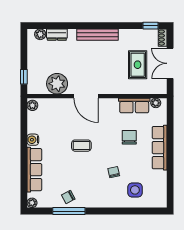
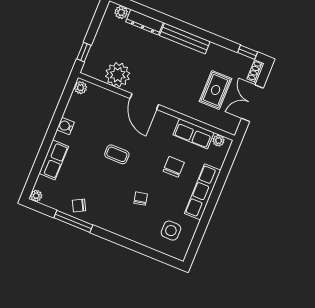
dresser: (57, 35) -> (145, 22), width x1.44
row of seats: (34, 170) -> (54, 160), width x0.68
side table: (135, 190) -> (171, 231), moved

